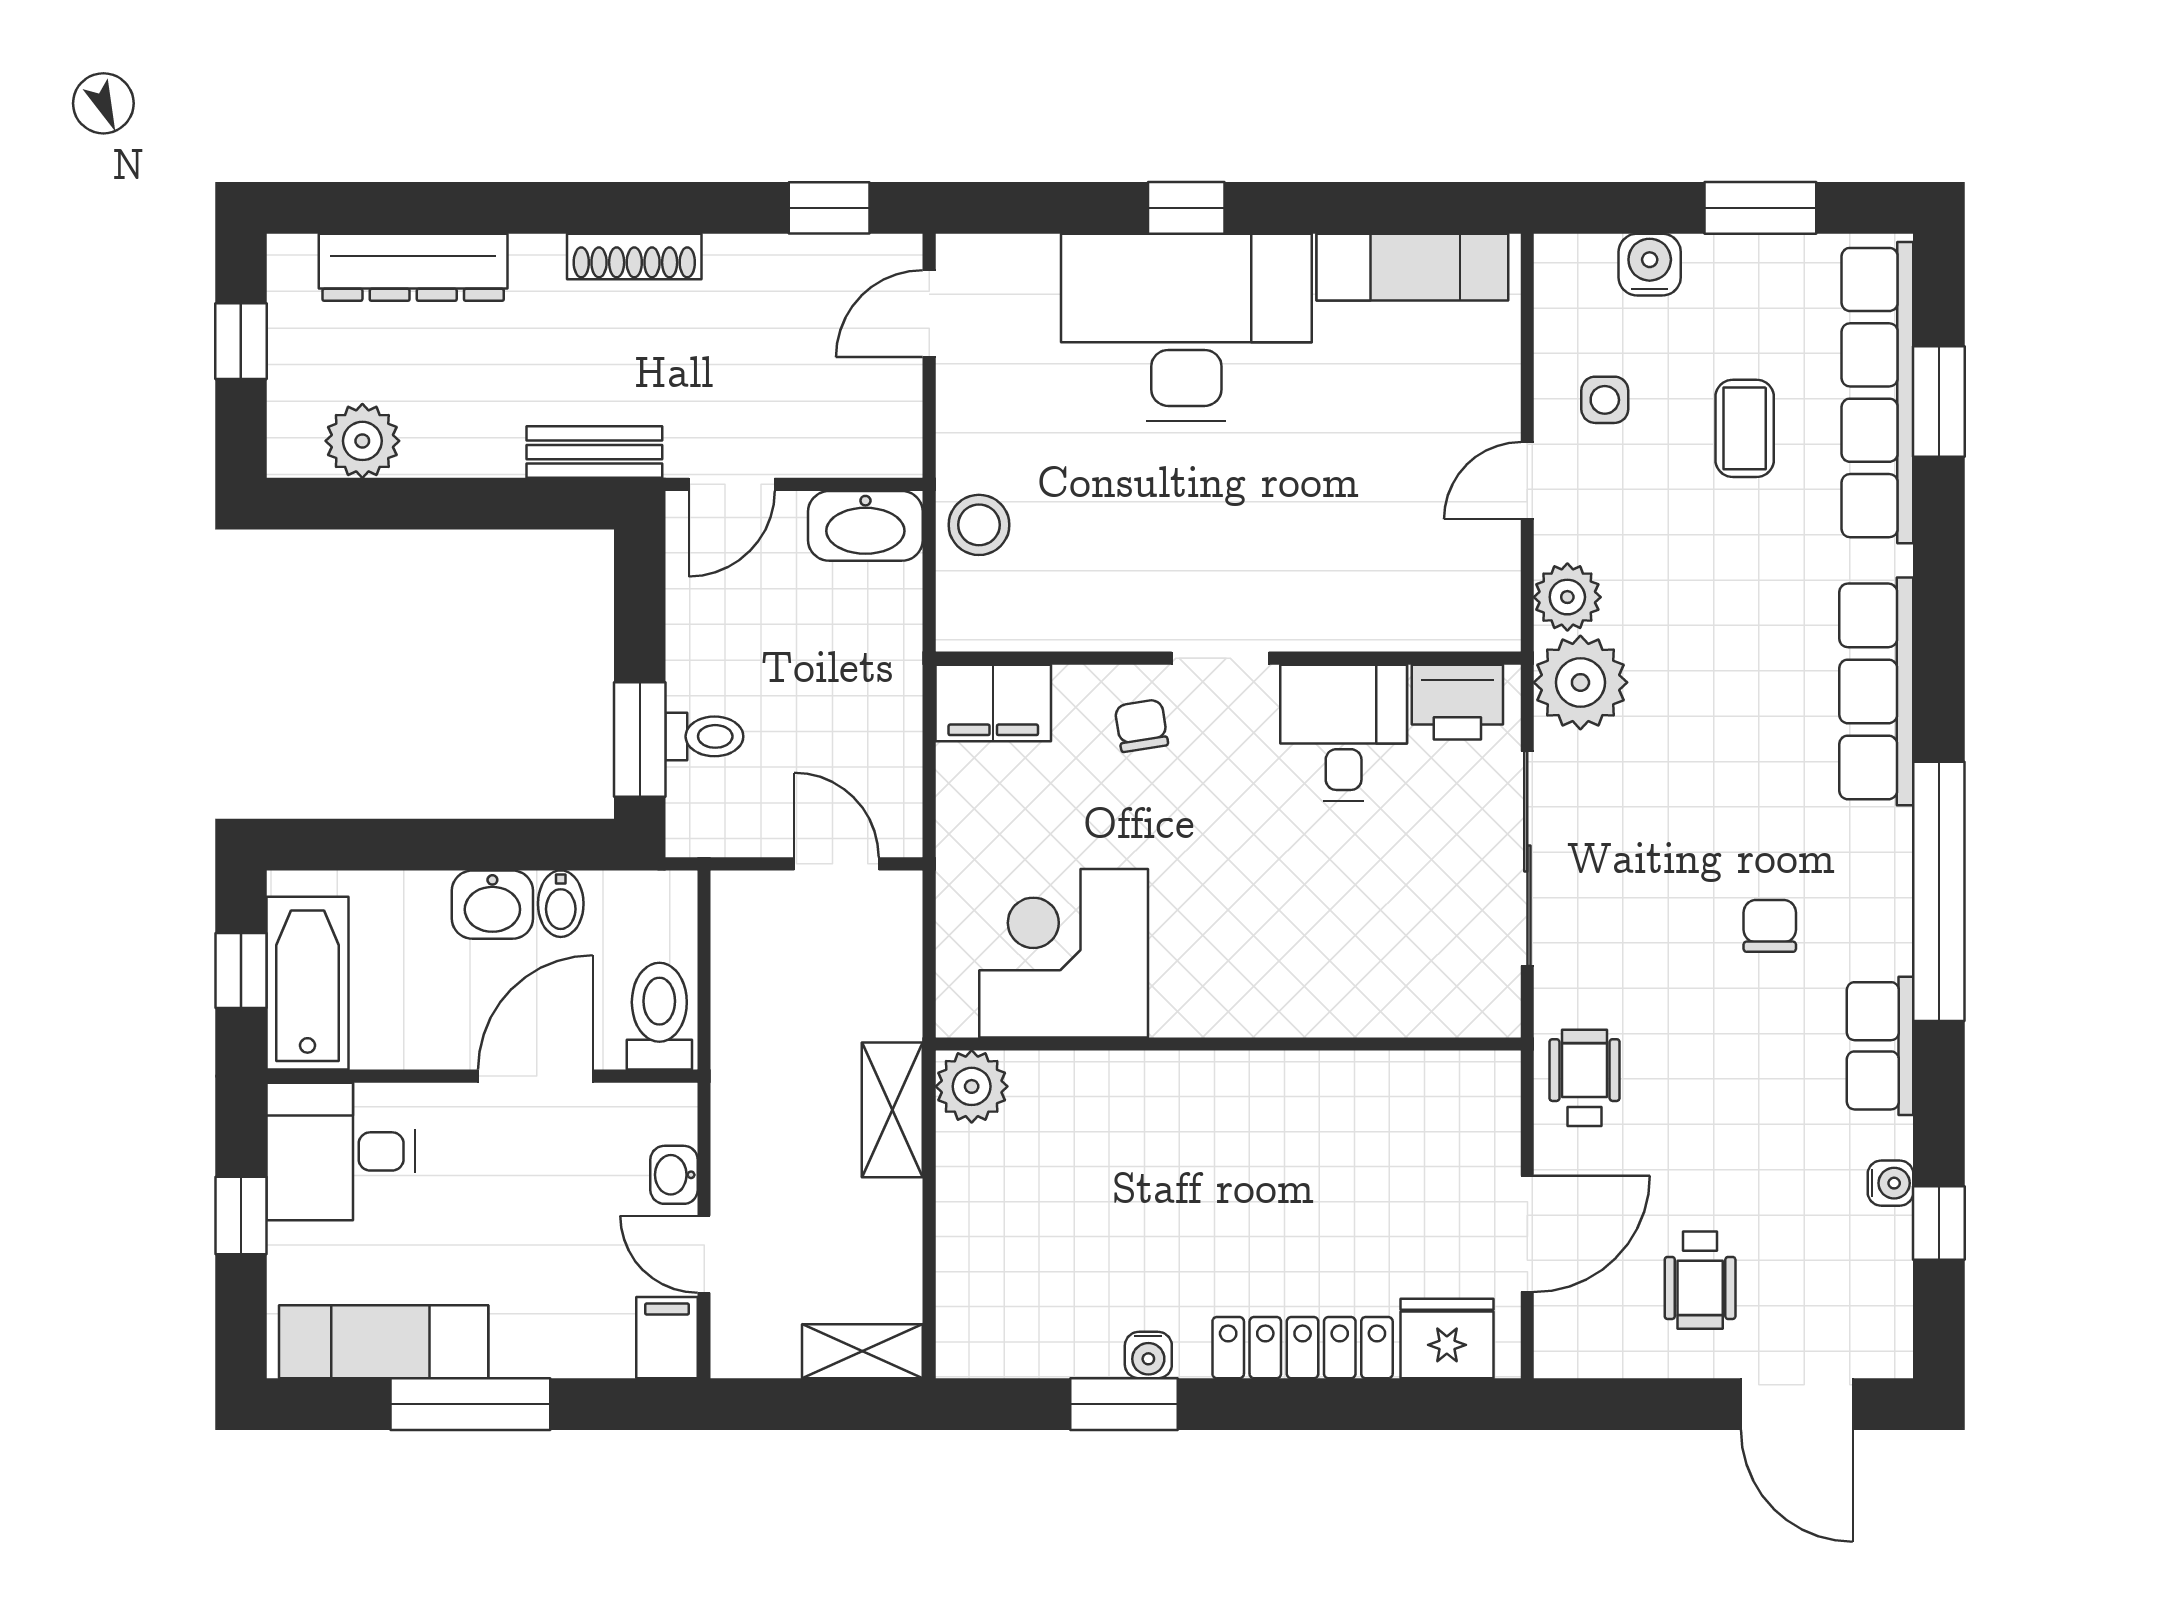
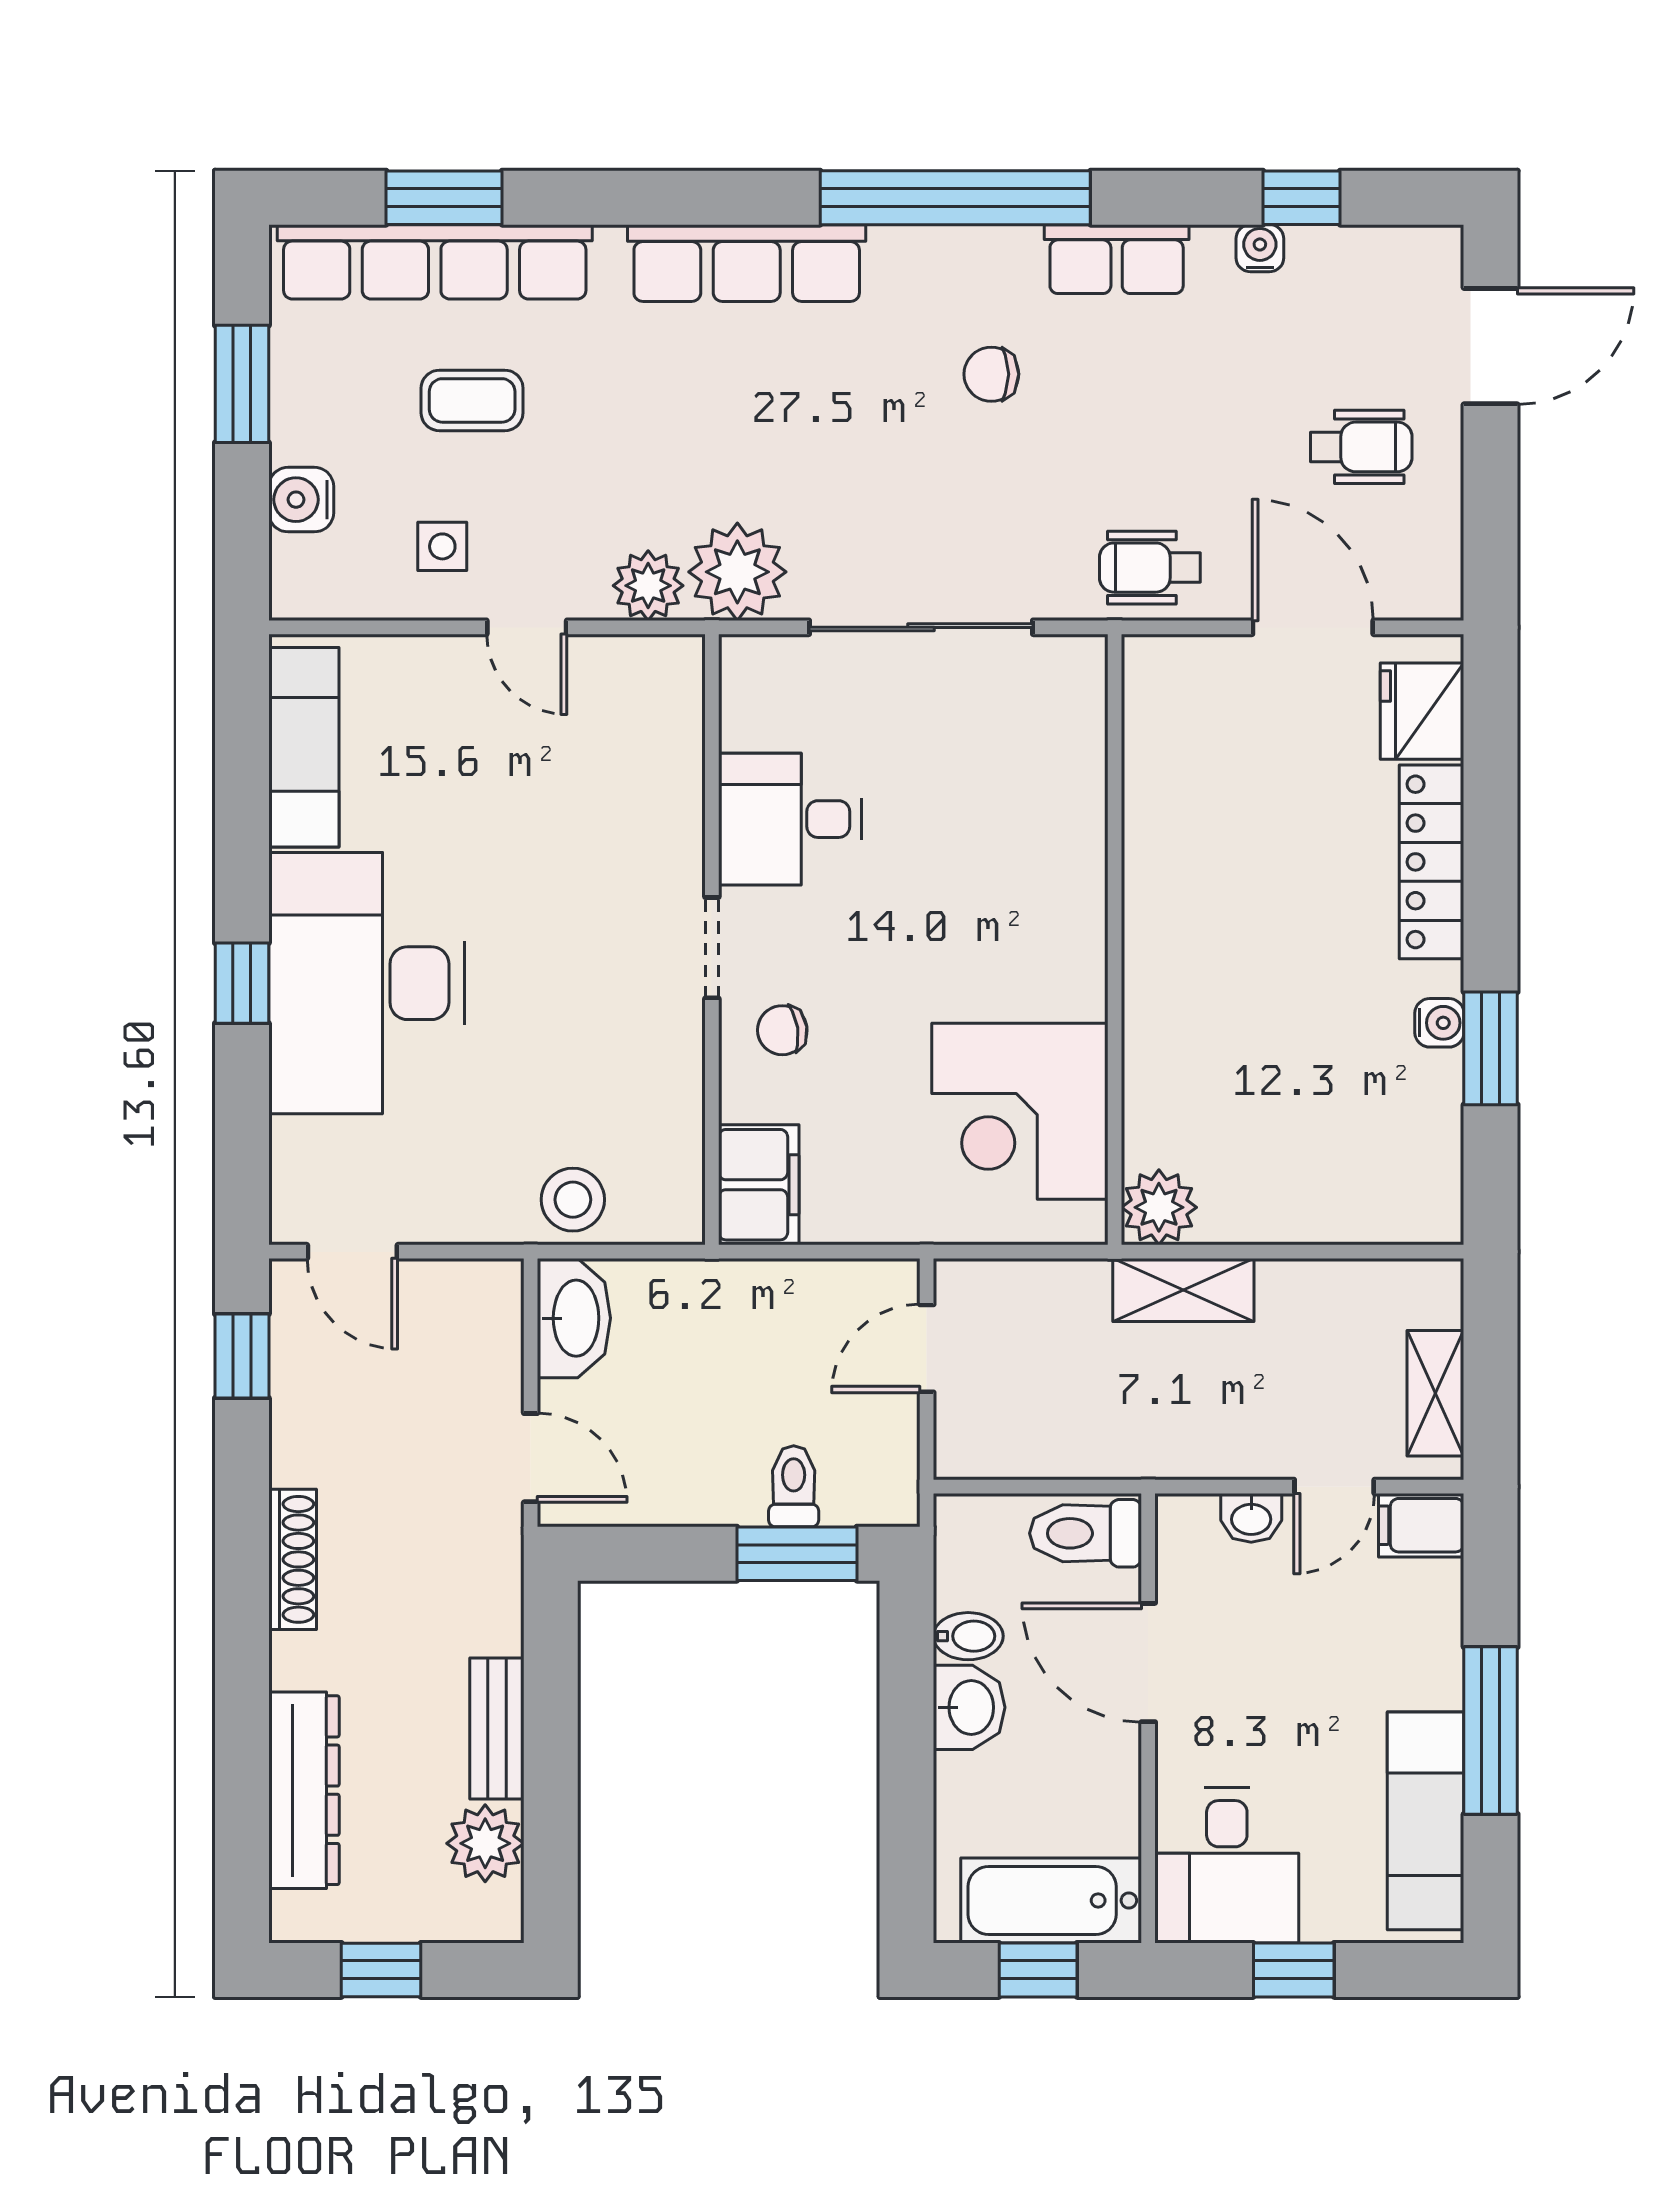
bench: (594, 452) -> (497, 1729), moved
printer: (1457, 702) -> (758, 700), removed
shelving: (862, 1351) -> (1435, 1393), moved

